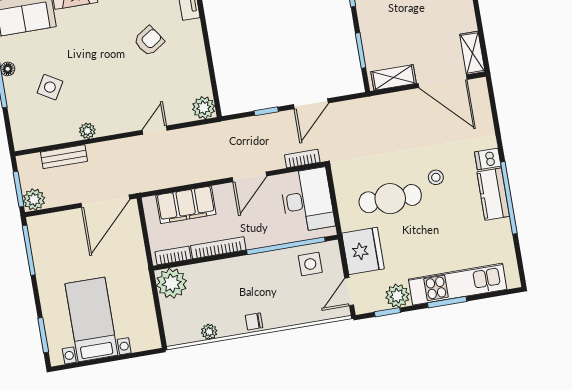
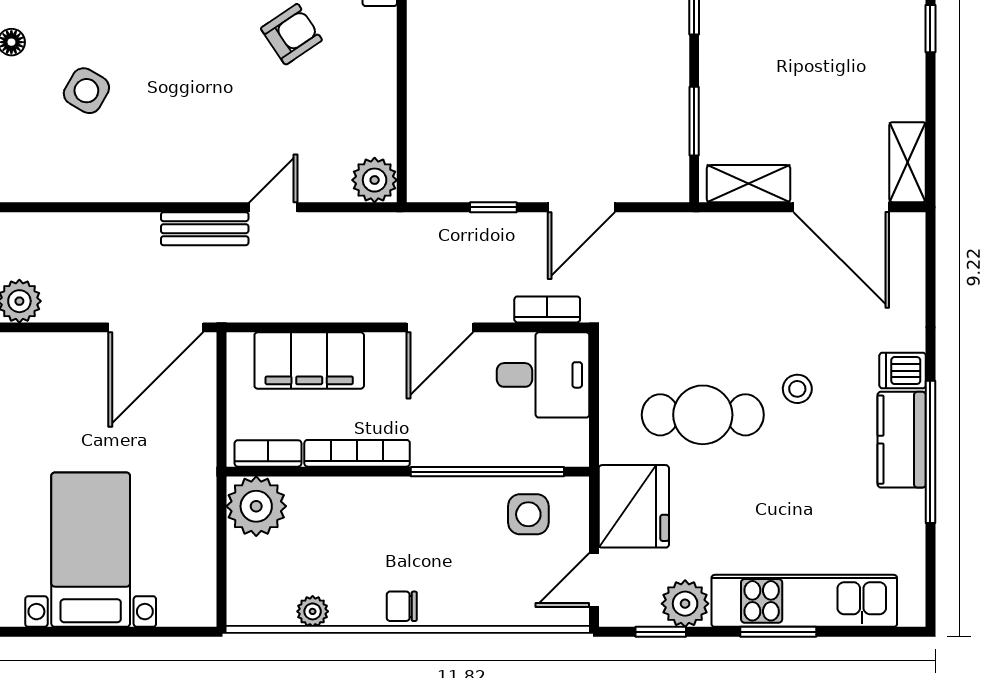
plant: (87, 131) -> (144, 187), removed
bench: (64, 157) -> (205, 229), moved
desk: (307, 200) -> (543, 375), width x0.73

